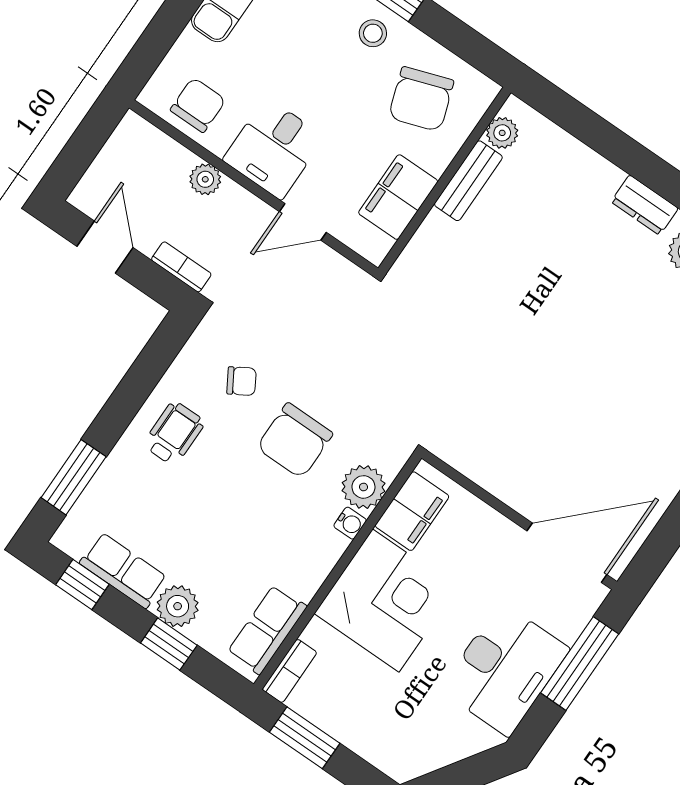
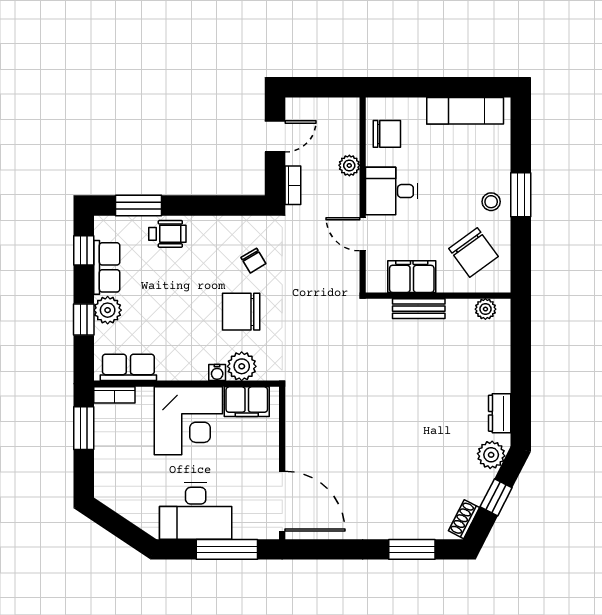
chair: (421, 99) -> (474, 252), turned -107
bench: (468, 181) -> (419, 309), moved
wheelchair: (174, 433) -> (167, 234), moved

